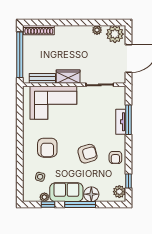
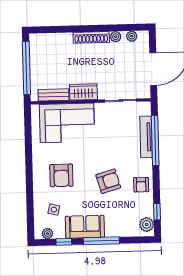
shoe rack: (39, 30) -> (91, 37), moved
plant: (115, 34) -> (132, 36), width x0.53, depth x0.53
window: (128, 120) -> (155, 140), width x1.46
tv unit: (121, 122) -> (146, 137), width x1.41
floor lamp: (91, 194) -> (114, 228), removed
plant: (44, 197) -> (47, 233), moved

